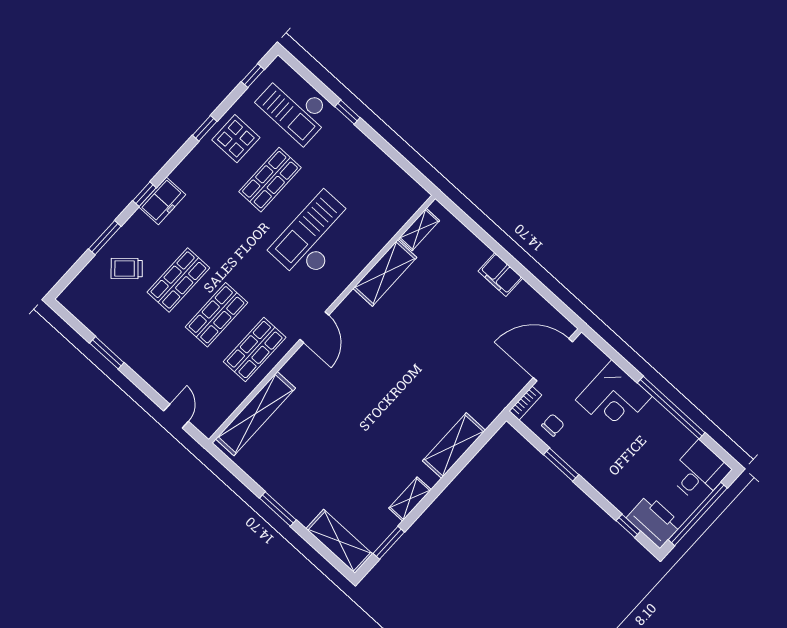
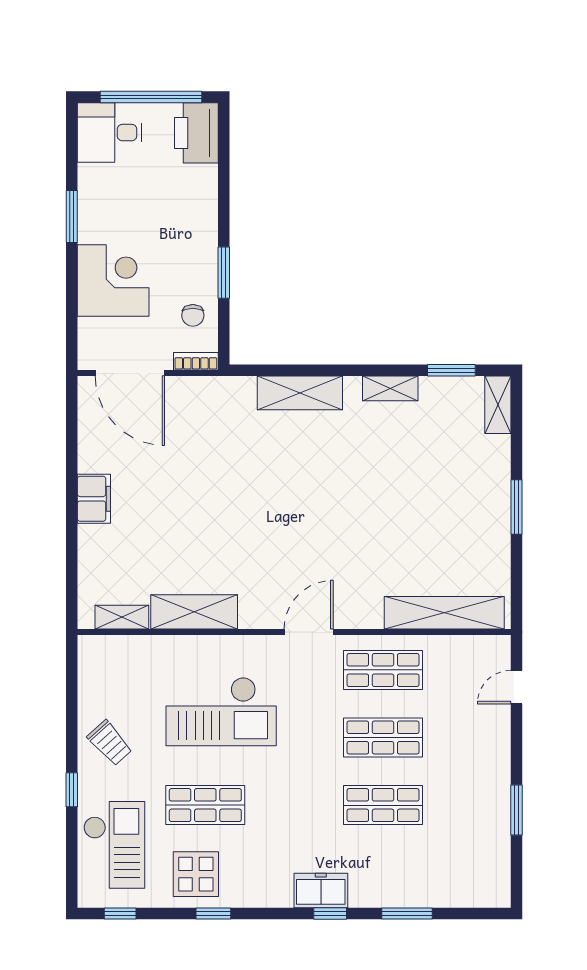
trolley: (127, 269) -> (110, 743), moved
window: (671, 408) -> (72, 216), width x0.47
chair: (553, 425) -> (193, 315), turned -90
window: (628, 526) -> (224, 154), removed
shelving: (339, 541) -> (498, 405), width x0.67, depth x0.75

